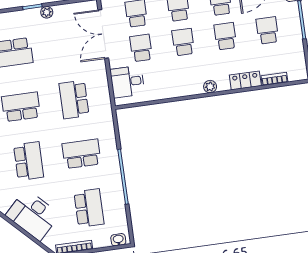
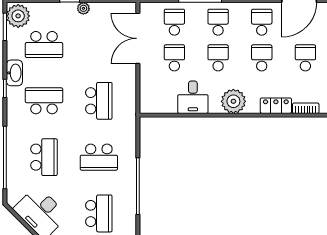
desk: (127, 82) -> (193, 97), moved, turned -90
plant: (210, 87) -> (233, 101), width x1.88, depth x1.88
school desk: (74, 99) -> (99, 101), turned 180
school desk: (81, 154) -> (99, 157), turned 180

